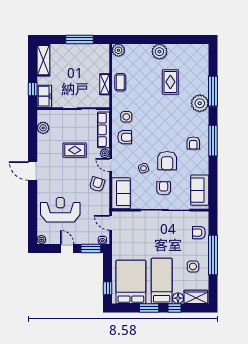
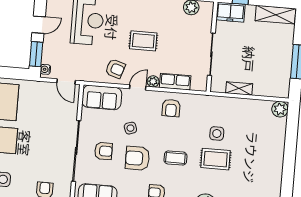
plant: (159, 52) -> (274, 160), removed
coffee table: (120, 82) -> (175, 158), moved
rug: (170, 82) -> (216, 159), moved
side table: (126, 117) -> (217, 134), moved
row of seats: (104, 130) -> (175, 82), width x0.68
rug: (75, 150) -> (143, 41), moved, turned 90
door: (111, 223) -> (66, 82), swing flipped

